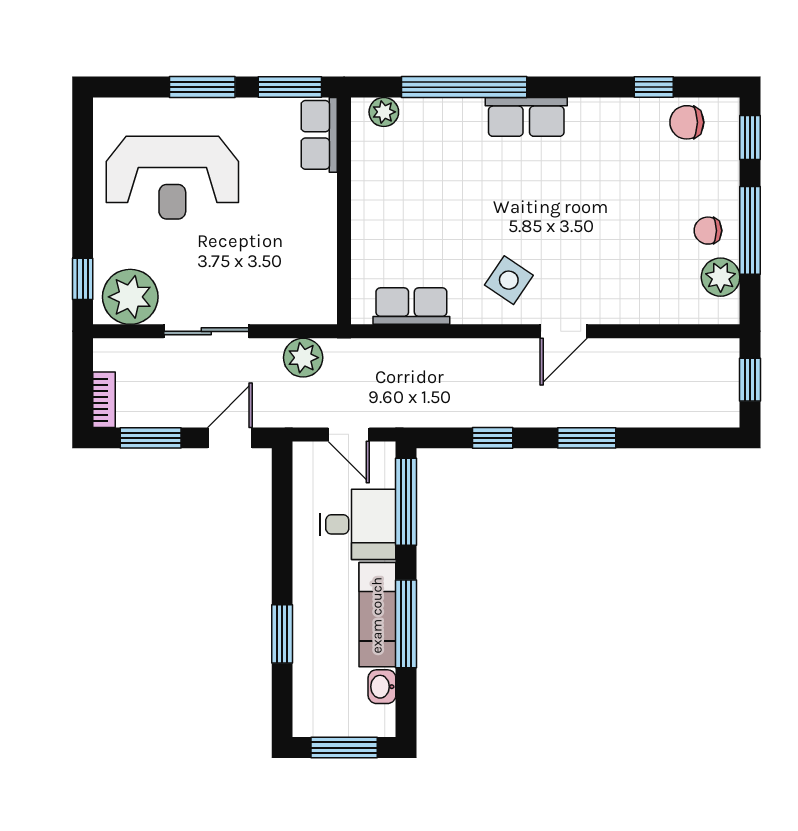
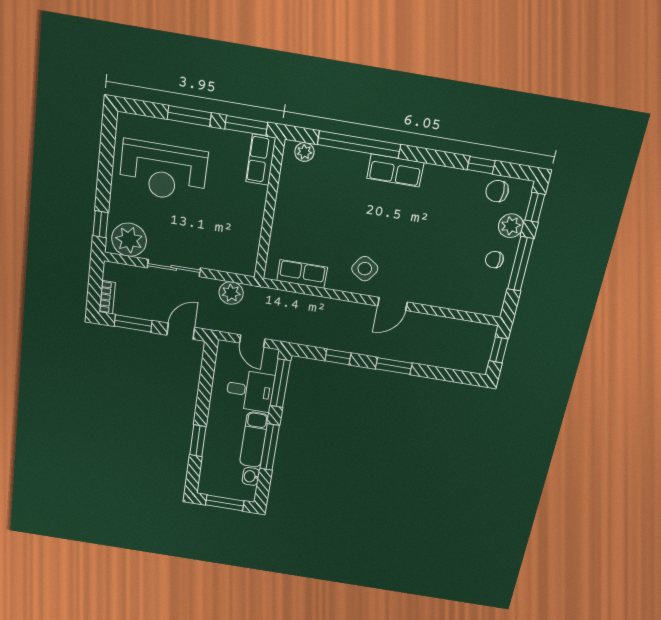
plant: (721, 277) -> (511, 226), moved

